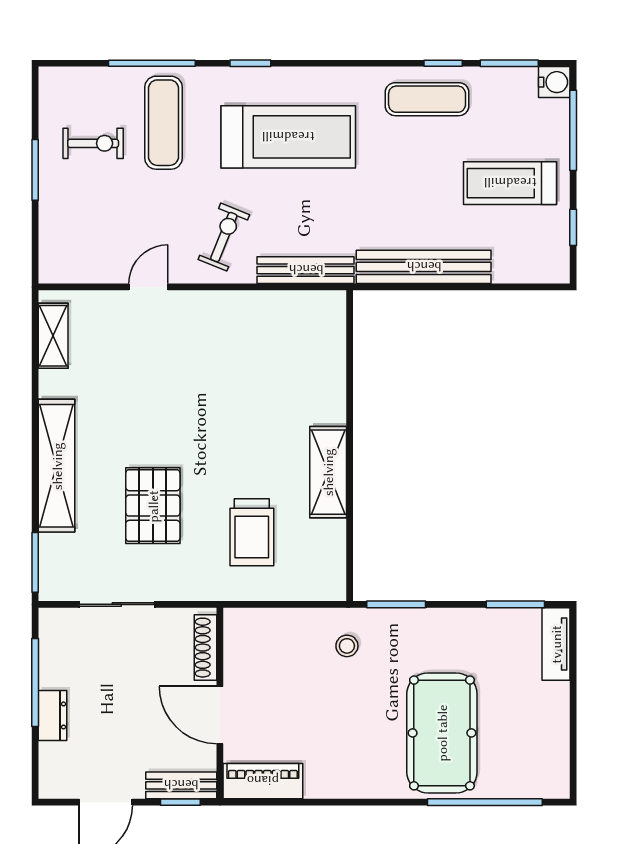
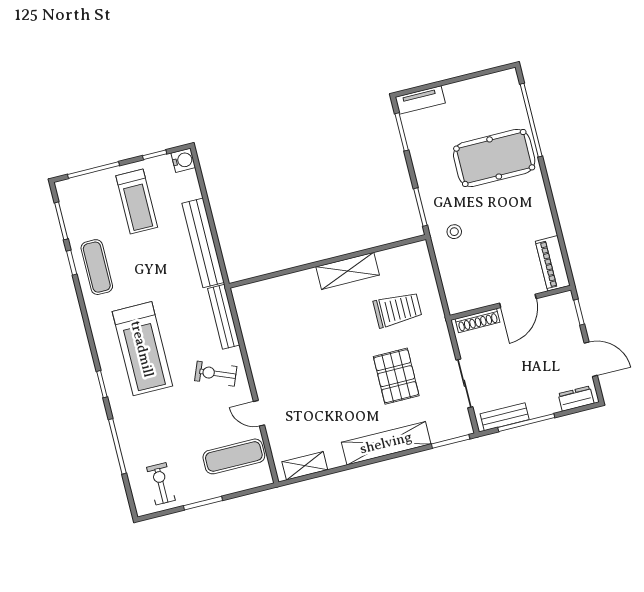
water cooler: (554, 82) -> (183, 160), moved, turned 90
exercise mat: (164, 123) -> (234, 456), moved
treadmill: (288, 137) -> (142, 349), turned 180
exercise bike: (93, 143) -> (161, 484), moved
pallet: (153, 506) -> (396, 376), turned 90
dresser: (53, 715) -> (576, 399), moved
bench: (181, 785) -> (505, 417), moved, turned 90

